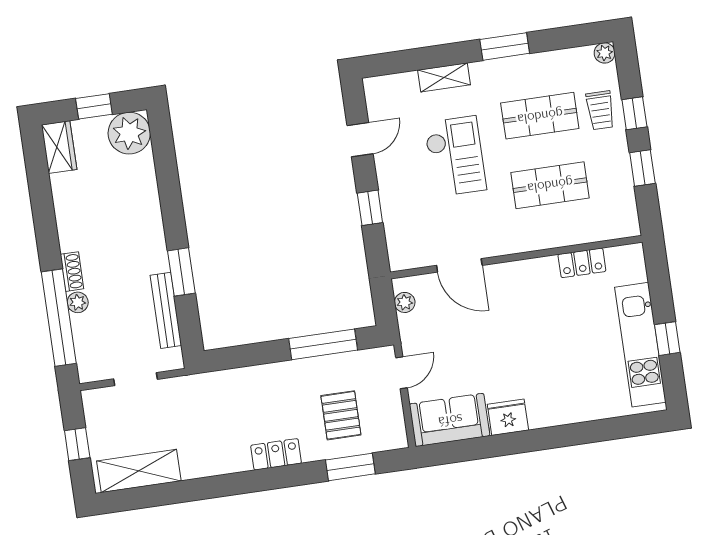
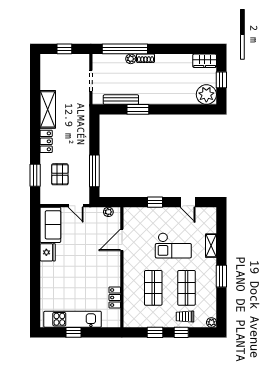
pallet: (341, 415) -> (60, 174), turned 90
shelving: (139, 471) -> (48, 109), moved

